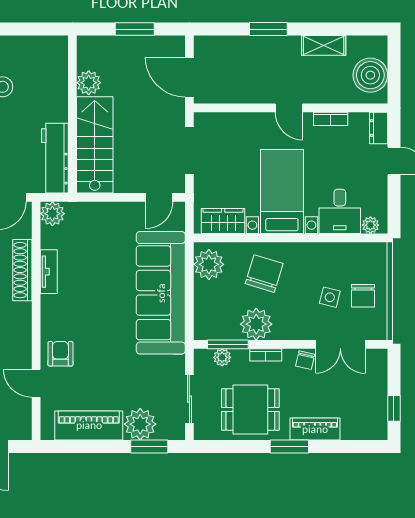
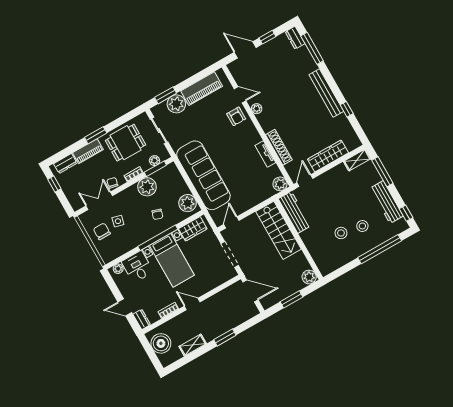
plant: (89, 83) -> (309, 277), moved
window: (284, 238) -> (158, 238), added
chair: (264, 274) -> (157, 214), width x0.54, depth x0.54
plant: (23, 348) -> (257, 109), added
dresser: (360, 430) -> (65, 163), added

